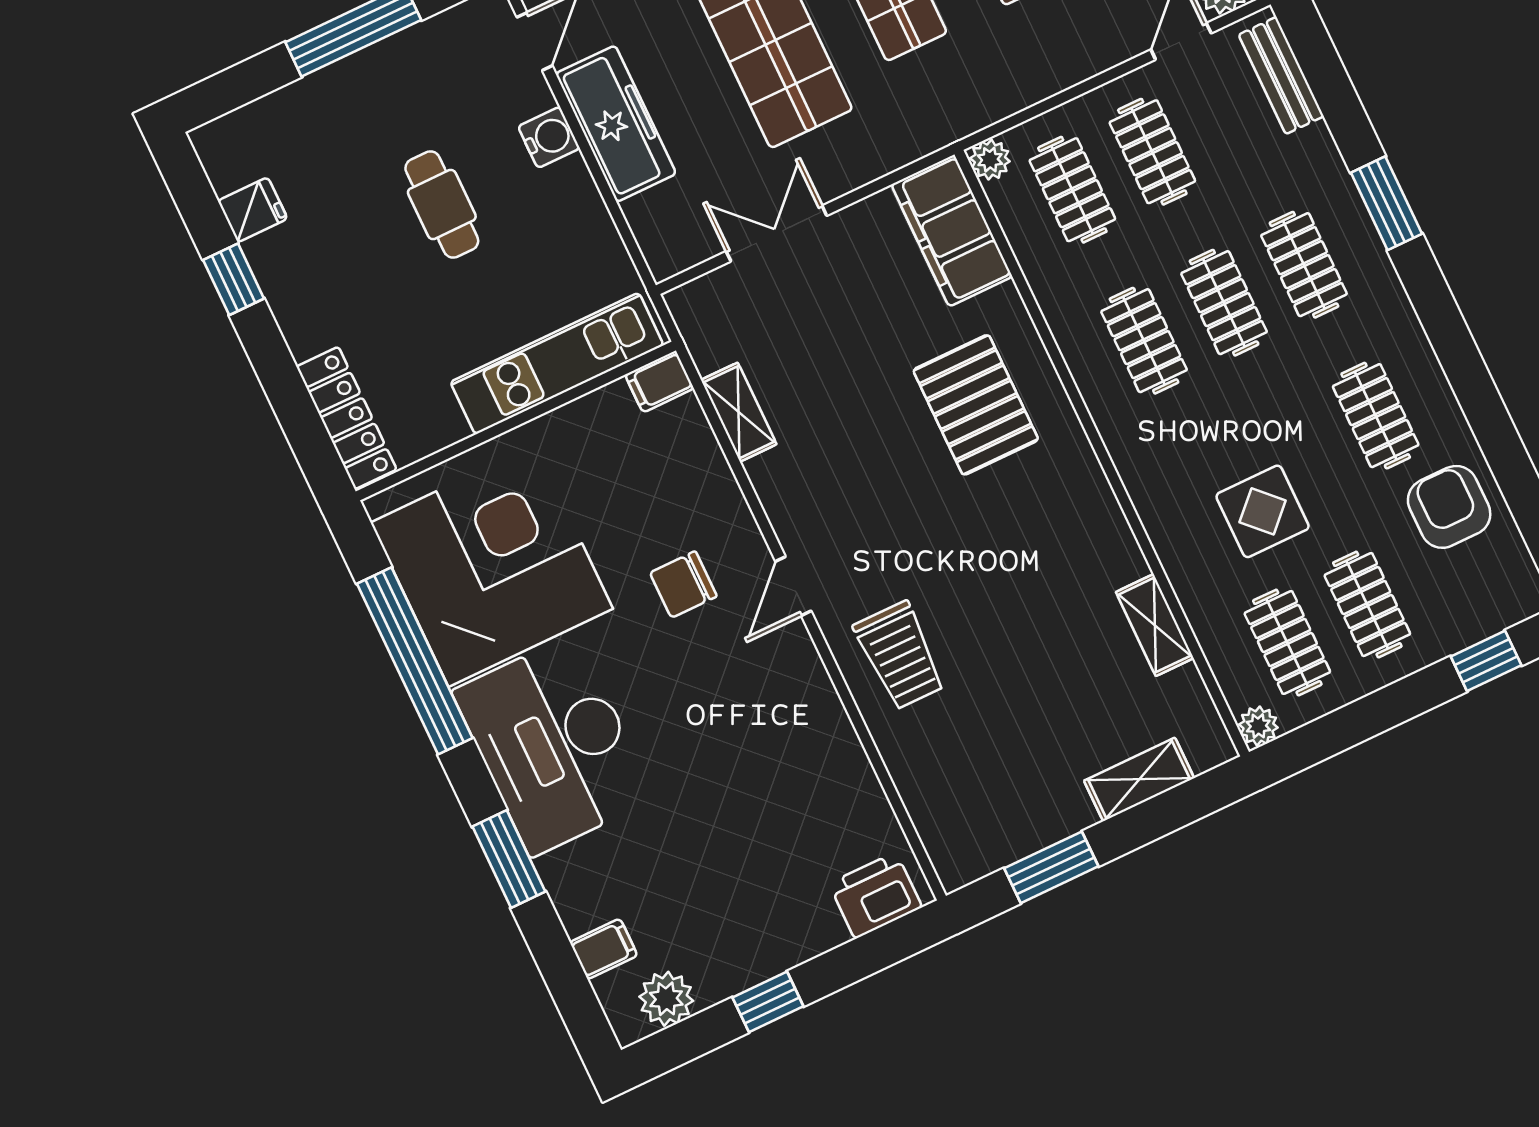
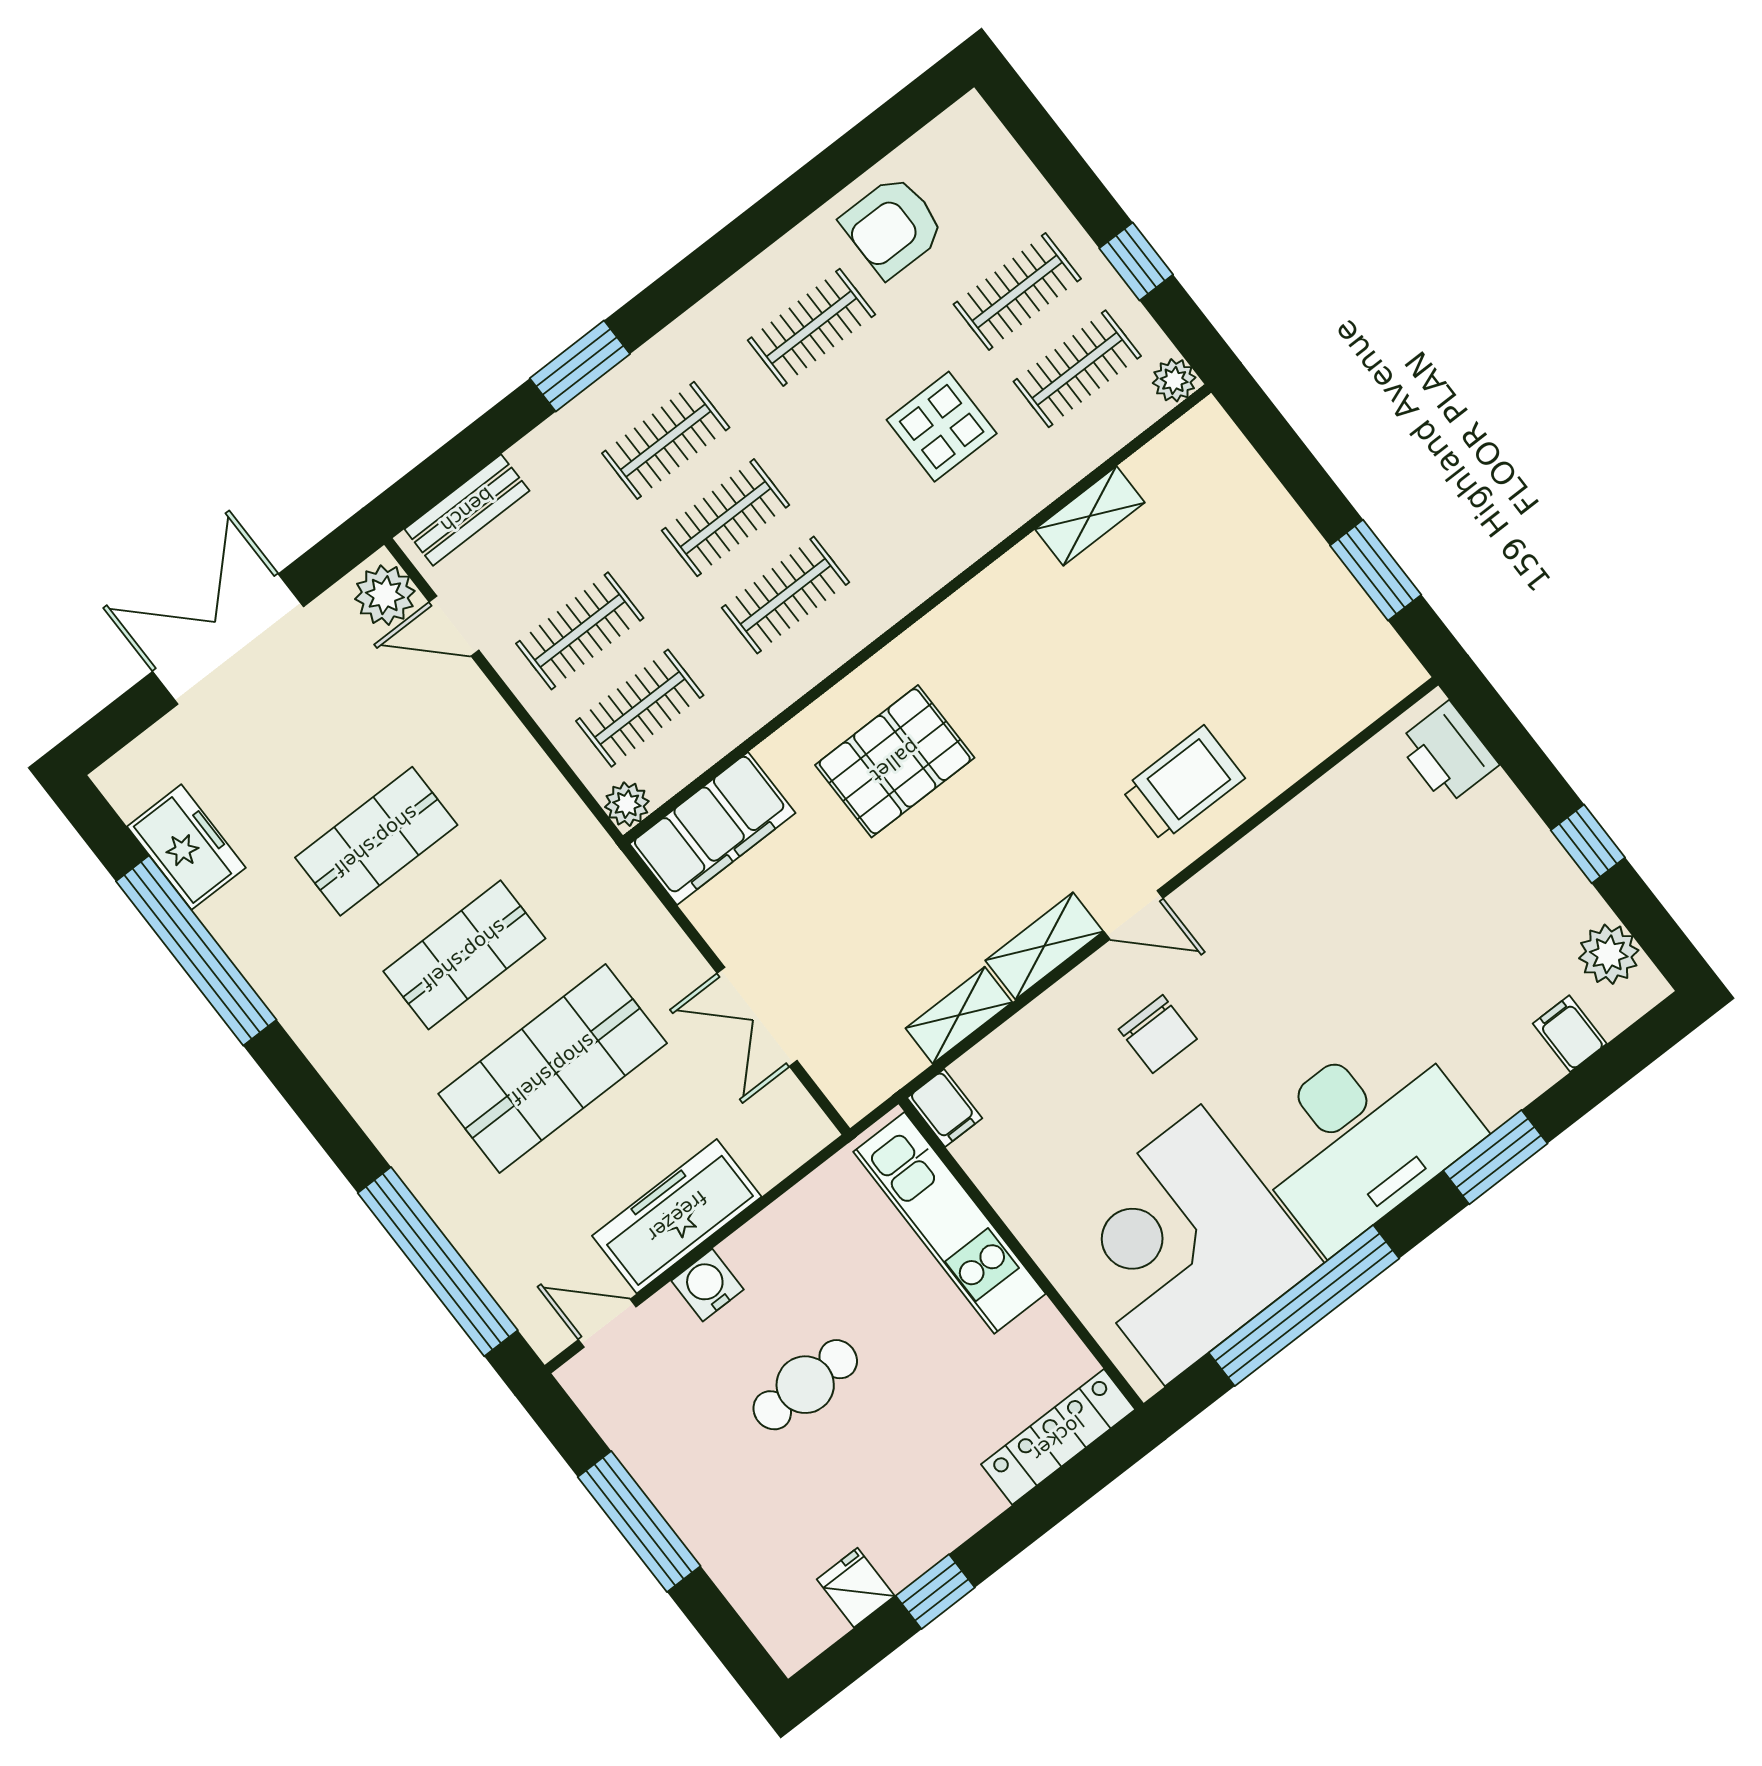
window: (1486, 661) -> (1136, 261), moved
shelving: (1139, 779) -> (1044, 946), moved, turned 90

